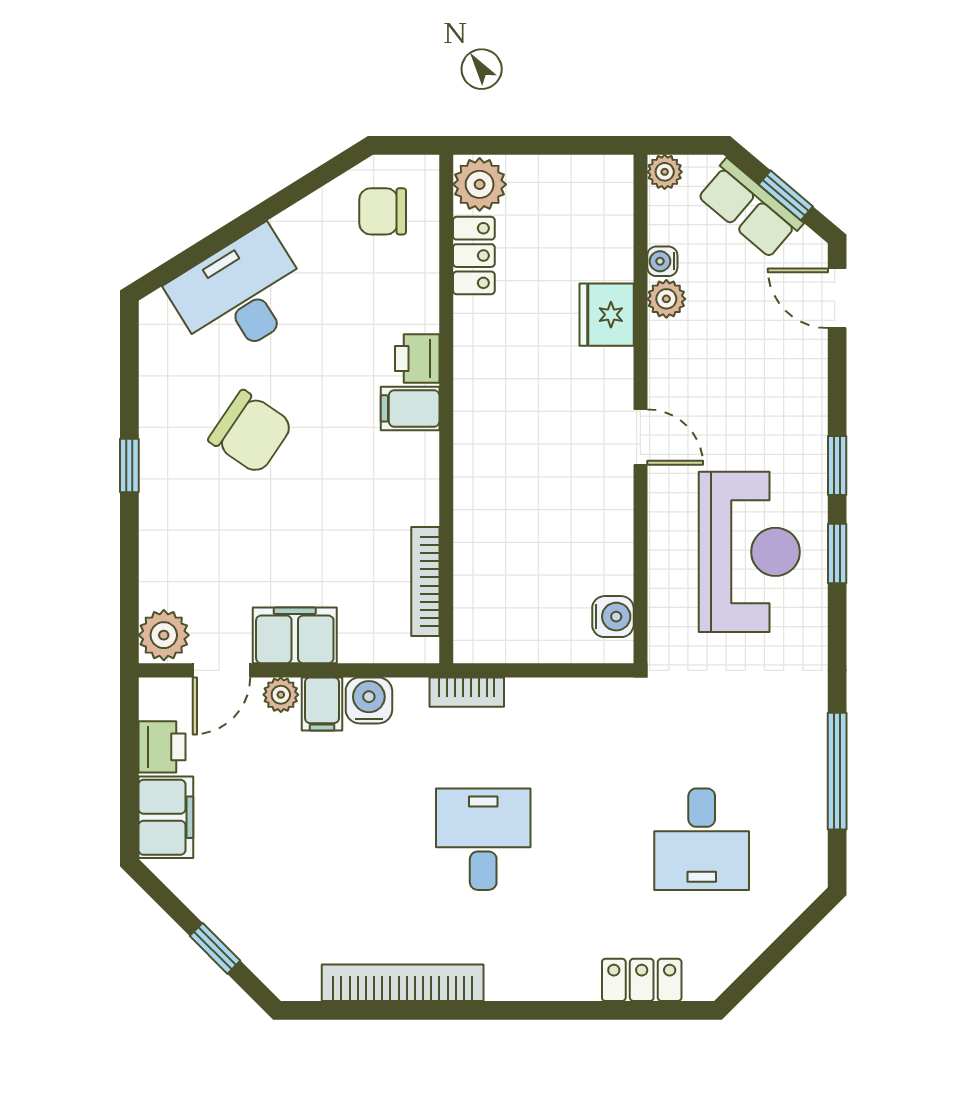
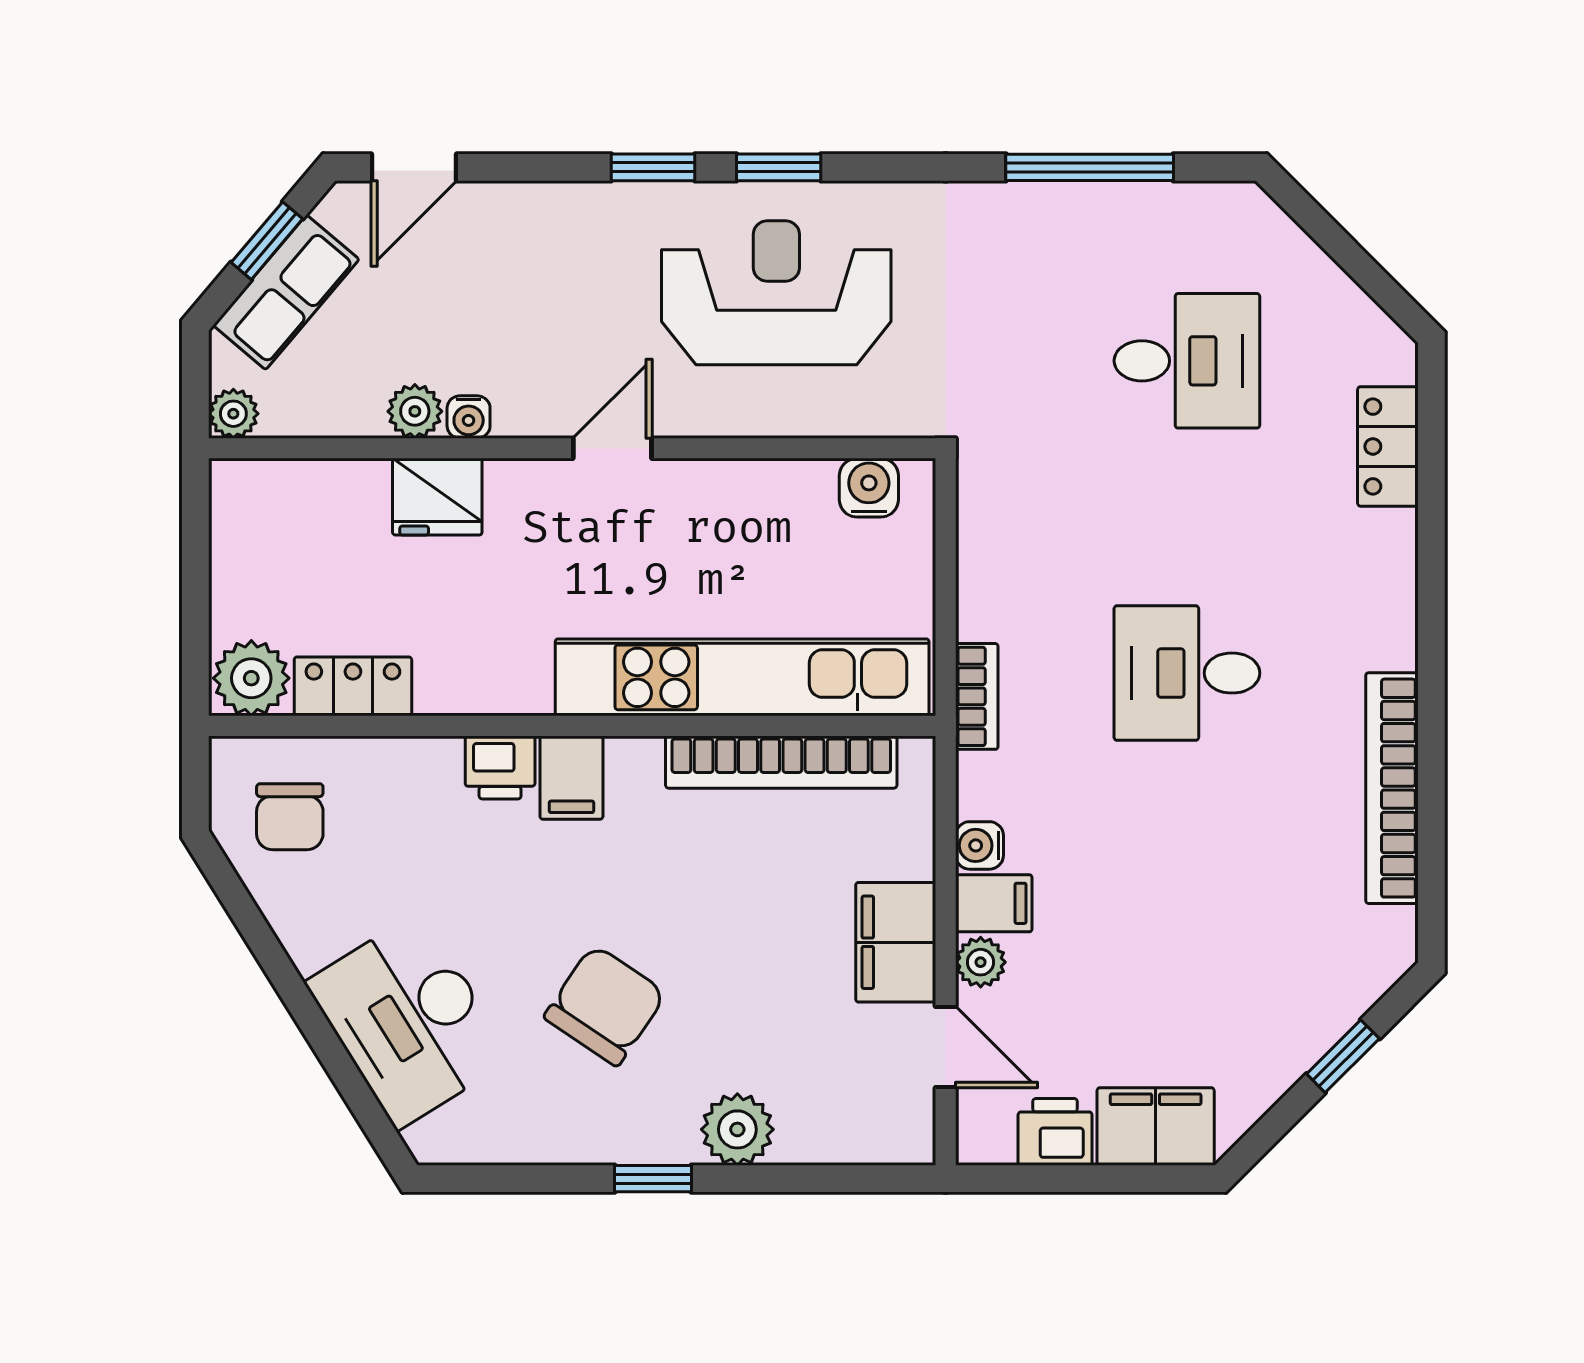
water cooler: (662, 261) -> (469, 417), moved
kitchen unit: (480, 528) -> (742, 677), added
bookcase: (425, 582) -> (781, 762), width x1.48, depth x1.31
plant: (164, 635) -> (737, 1129), moved
water cooler: (369, 700) -> (979, 845), width x0.72, depth x0.72

